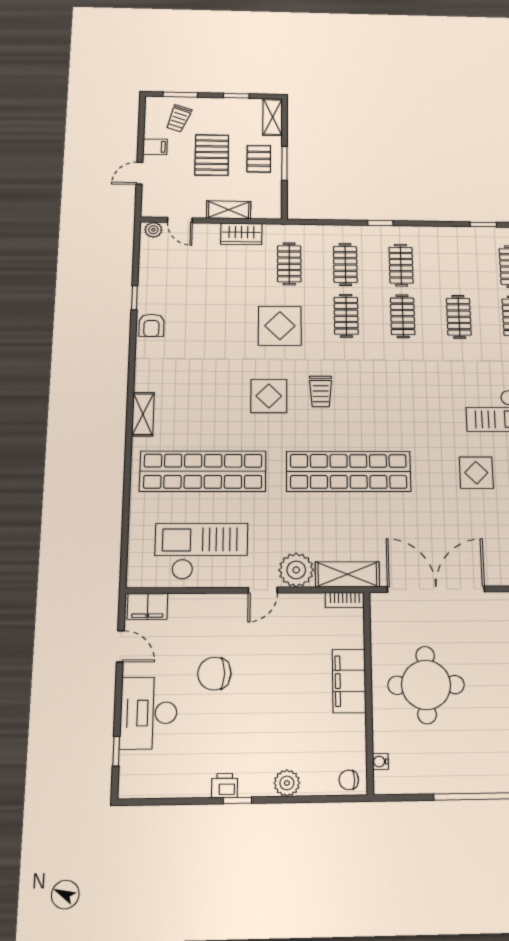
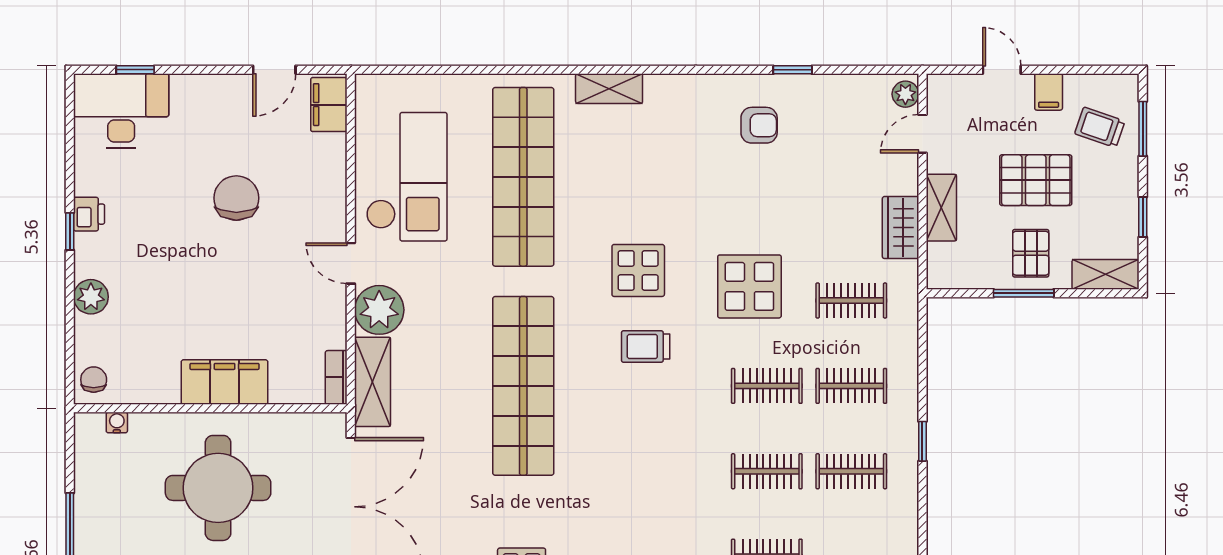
pallet: (259, 159) -> (1031, 253), turned 90
armchair: (151, 325) -> (759, 125), moved, turned 180
desk: (149, 713) -> (121, 111), moved

